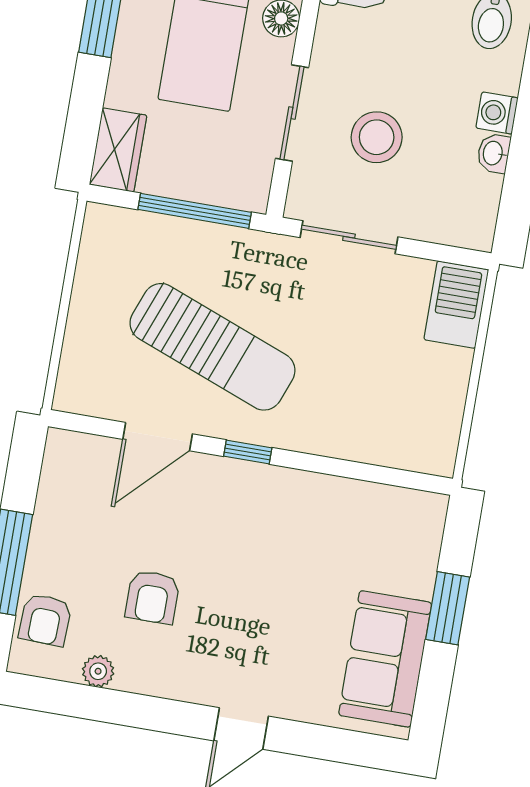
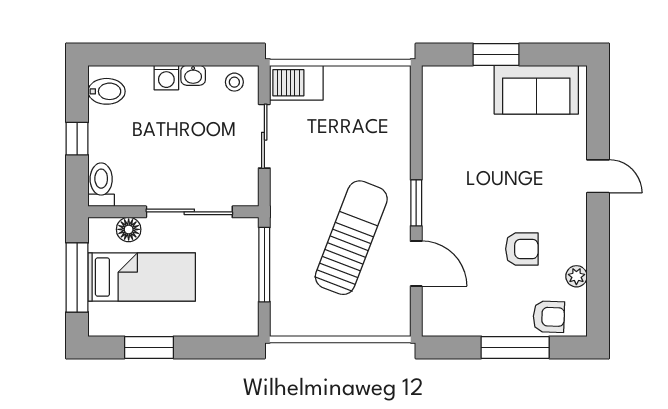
sliding door: (292, 113) -> (189, 212), width x1.37
stool: (377, 137) -> (234, 82), moved, width x0.53, depth x0.53
wardrobe: (118, 150) -> (233, 322), removed
sliding door: (349, 237) -> (264, 136), moved
window: (248, 452) -> (416, 203), width x1.50

